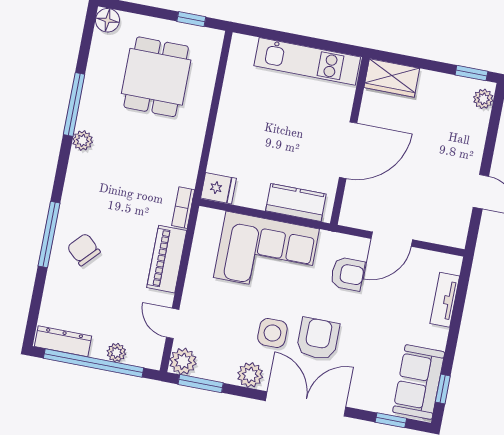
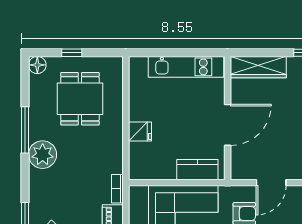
window: (191, 19) -> (72, 53), moved
wardrobe: (392, 78) -> (258, 67), width x1.50
plant: (83, 140) -> (43, 155), width x1.88, depth x1.88
fridge: (218, 188) -> (140, 132), moved

